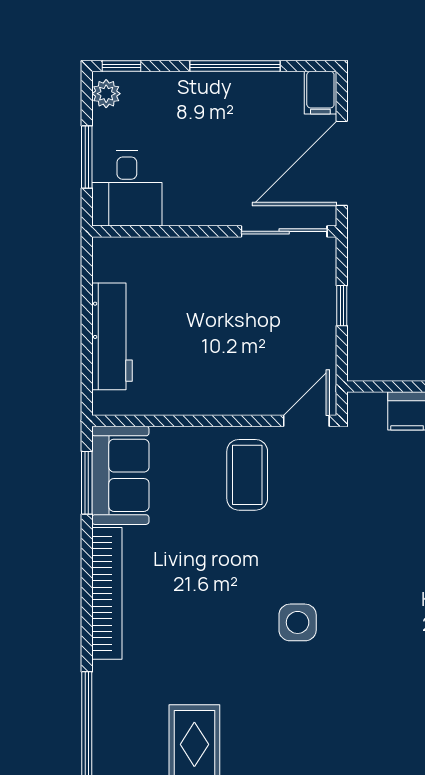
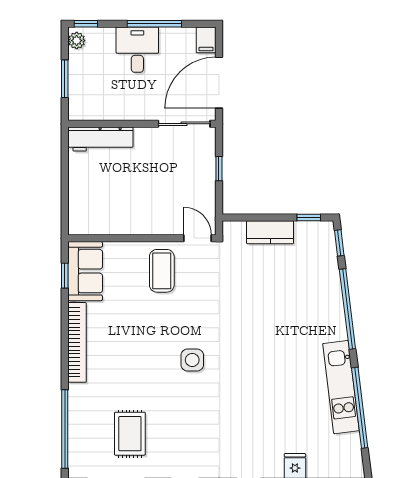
desk: (127, 189) -> (137, 50), moved, turned 180
workbench: (112, 336) -> (100, 139), moved, turned 90
door: (306, 421) -> (198, 238), hinge flipped
window: (87, 483) -> (65, 276), width x0.67

